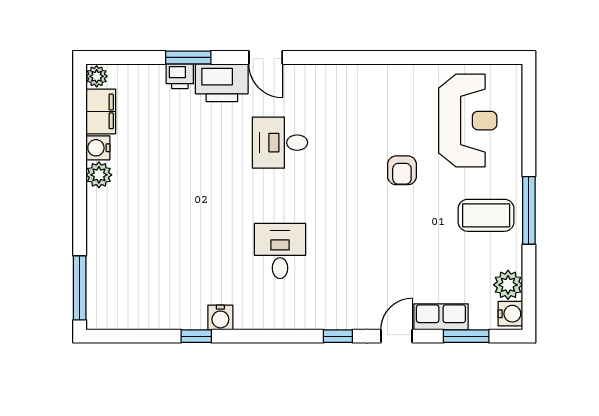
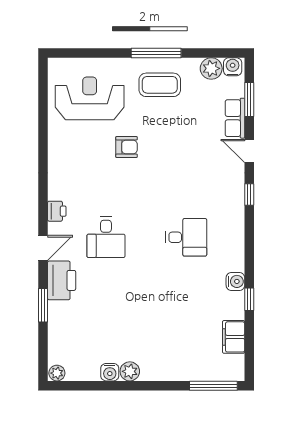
printer: (180, 76) -> (57, 211), moved
filing cabinet: (101, 111) -> (234, 337), moved, turned -90
coffee table: (486, 215) -> (160, 85), turned 90
desk: (280, 251) -> (186, 237), turned 180

